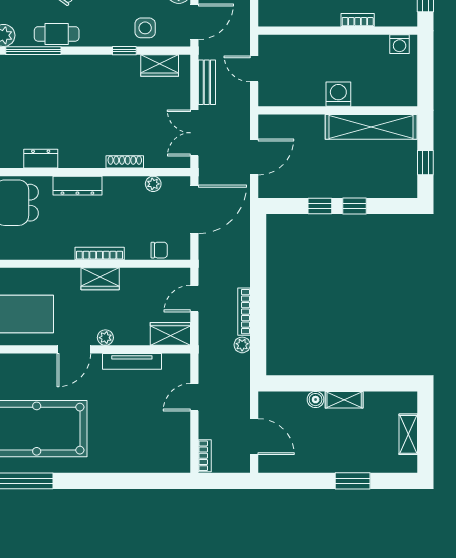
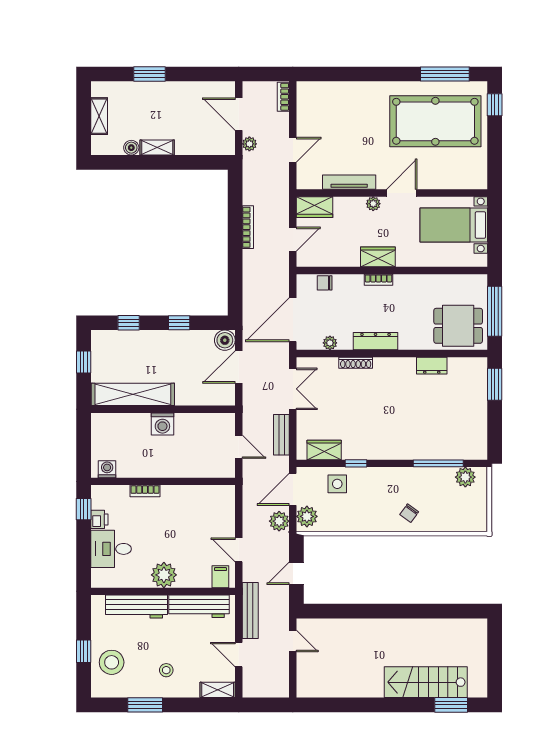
cafe table: (57, 34) -> (417, 478), removed
dresser: (77, 186) -> (376, 341), moved
boiler: (269, 187) -> (225, 340), added
window: (354, 206) -> (129, 323), moved
bookcase: (100, 254) -> (379, 280), width x0.64
plant: (242, 345) -> (249, 144), moved
boiler: (316, 400) -> (131, 148), moved

